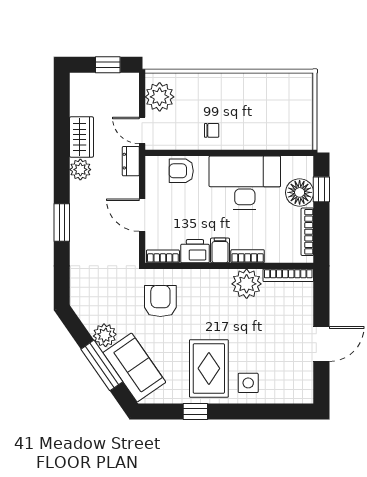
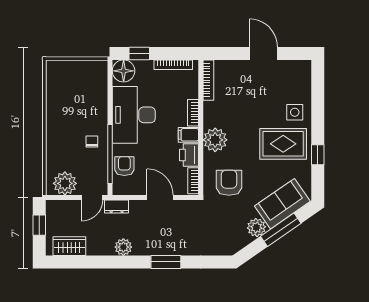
wardrobe: (81, 137) -> (69, 246), moved
window: (196, 153) -> (110, 154), added
armchair: (181, 171) -> (124, 166), turned 180
floor lamp: (300, 192) -> (124, 71), moved
door: (142, 215) -> (160, 197), swing flipped
plant: (247, 284) -> (215, 140), moved
armchair: (160, 301) -> (229, 183), turned 90

